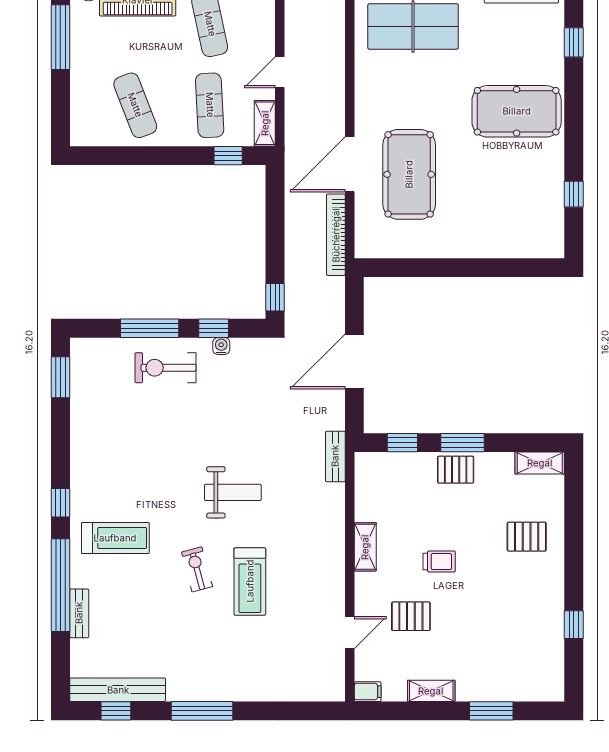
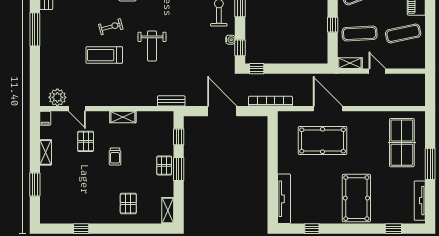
window: (228, 156) -> (333, 25), moved
bookcase: (336, 235) -> (270, 101), moved
tv unit: (518, 246) -> (284, 199), added
window: (214, 328) -> (240, 48), moved
plant: (329, 669) -> (57, 97), added

